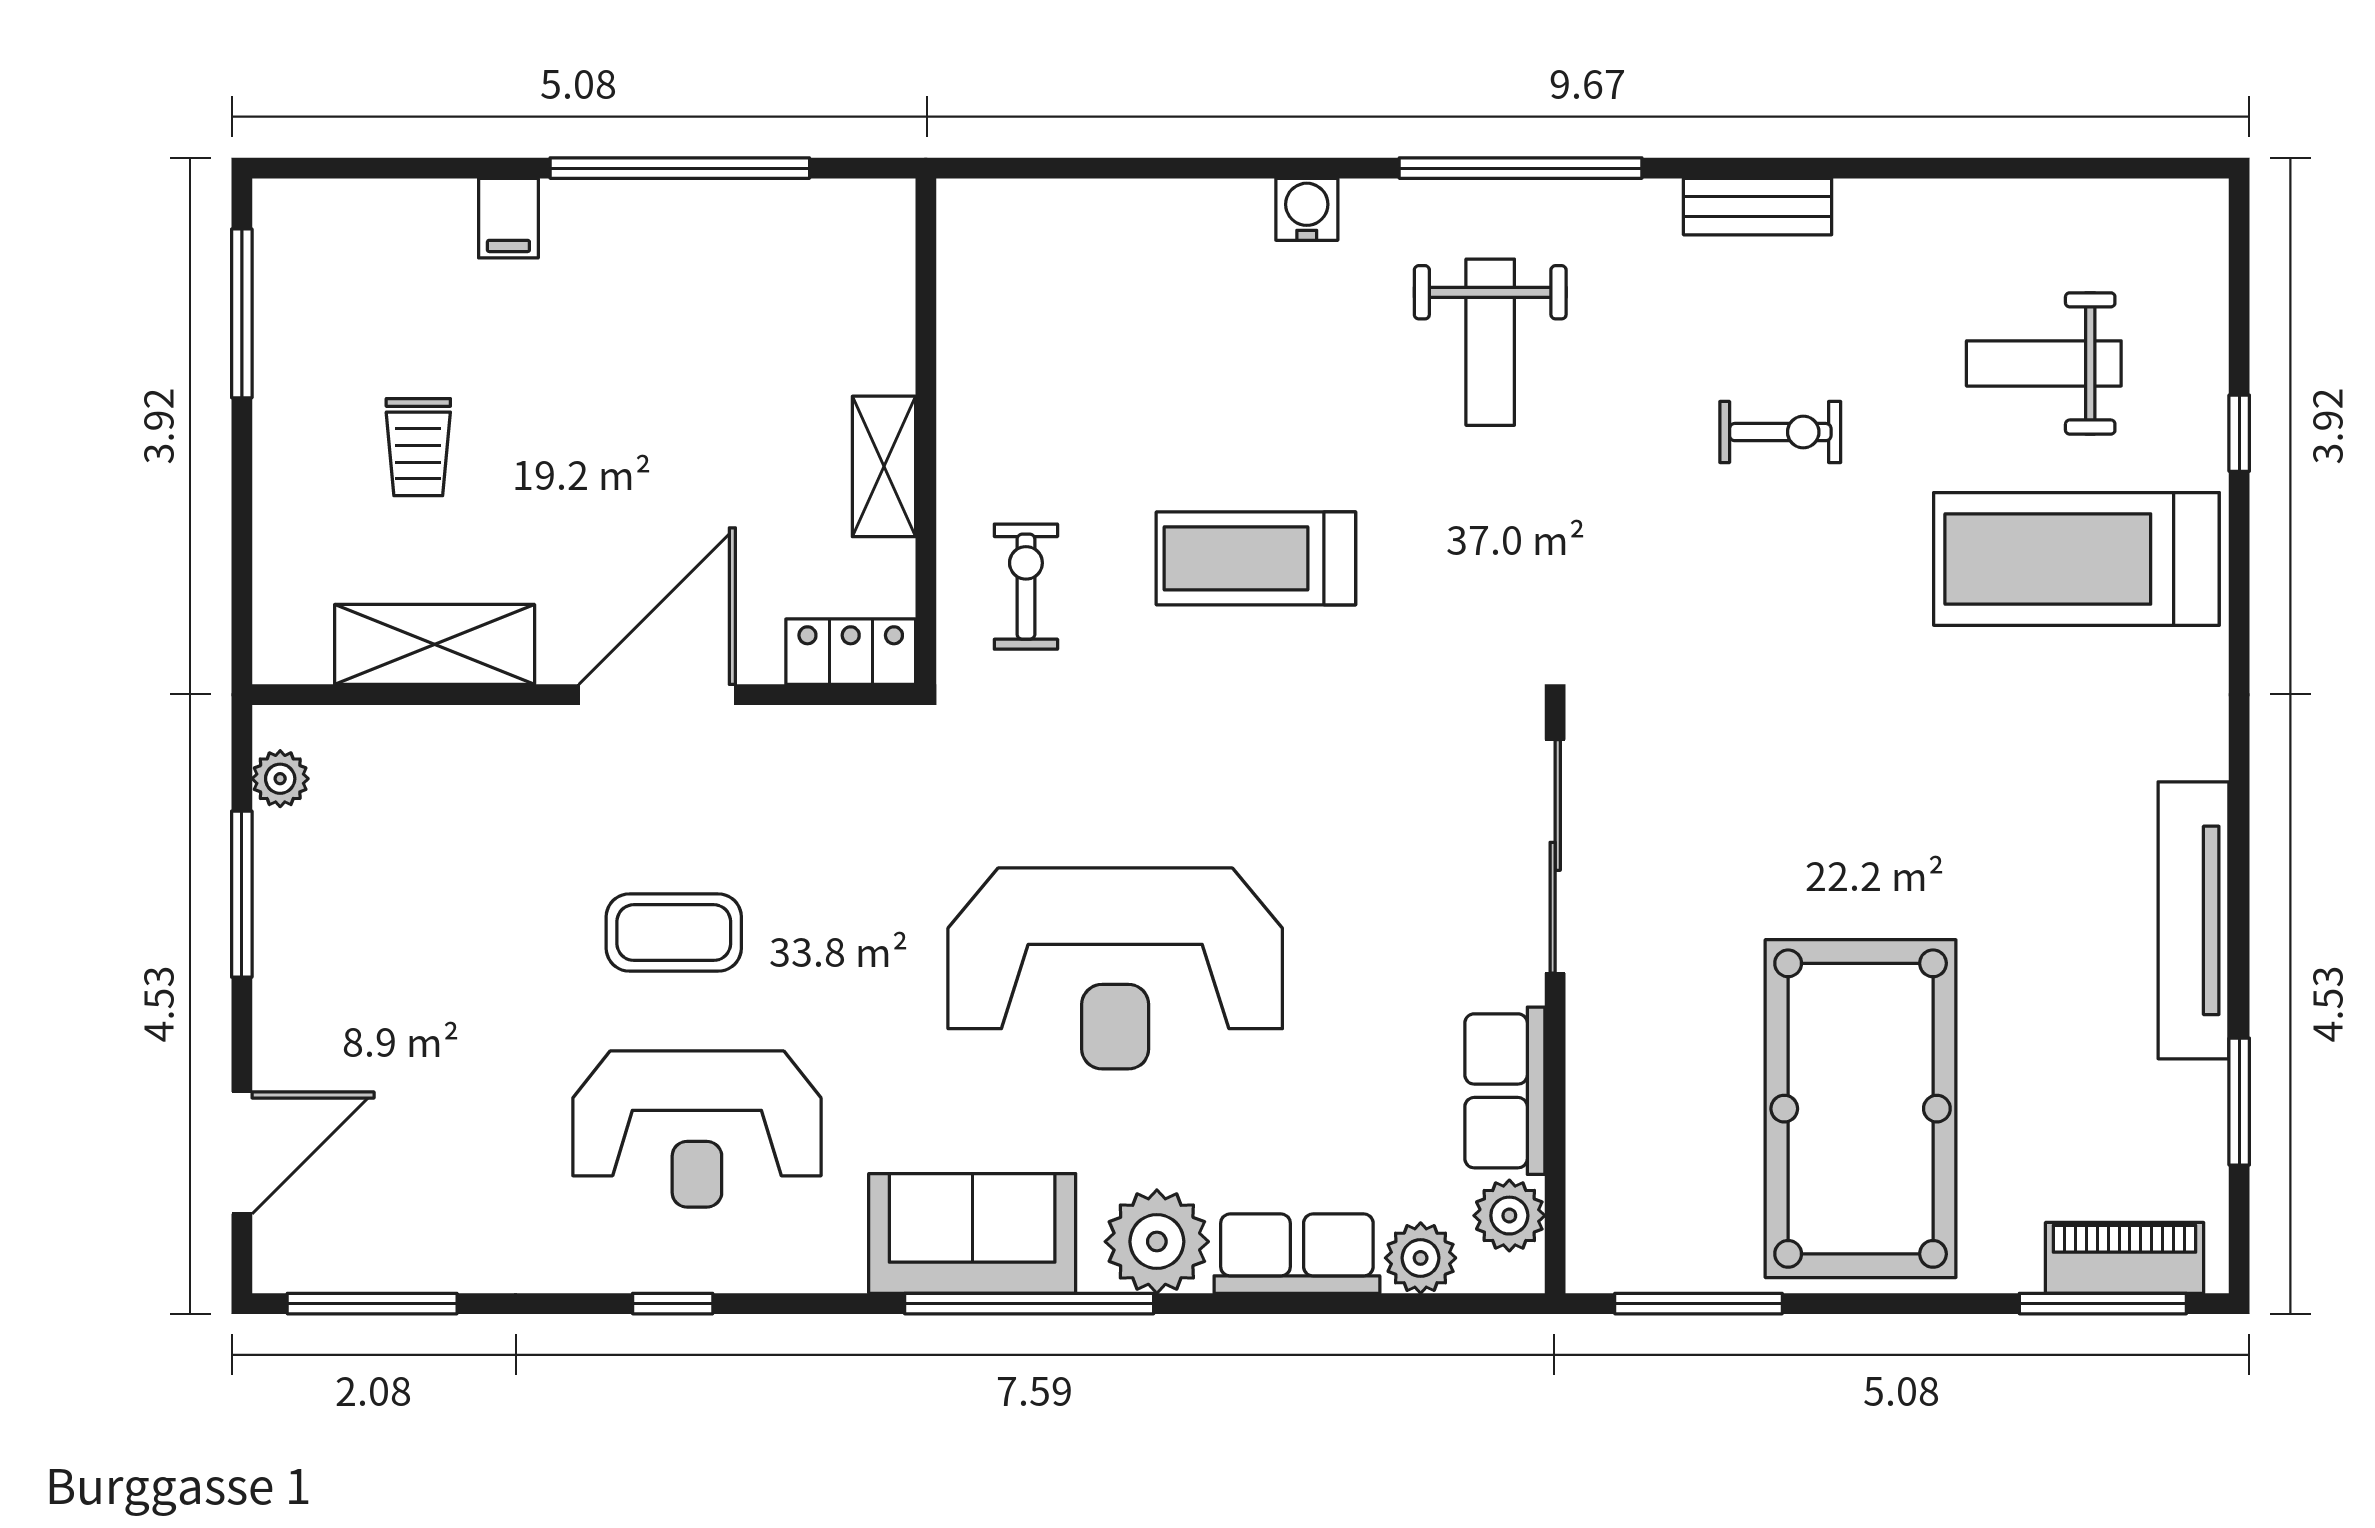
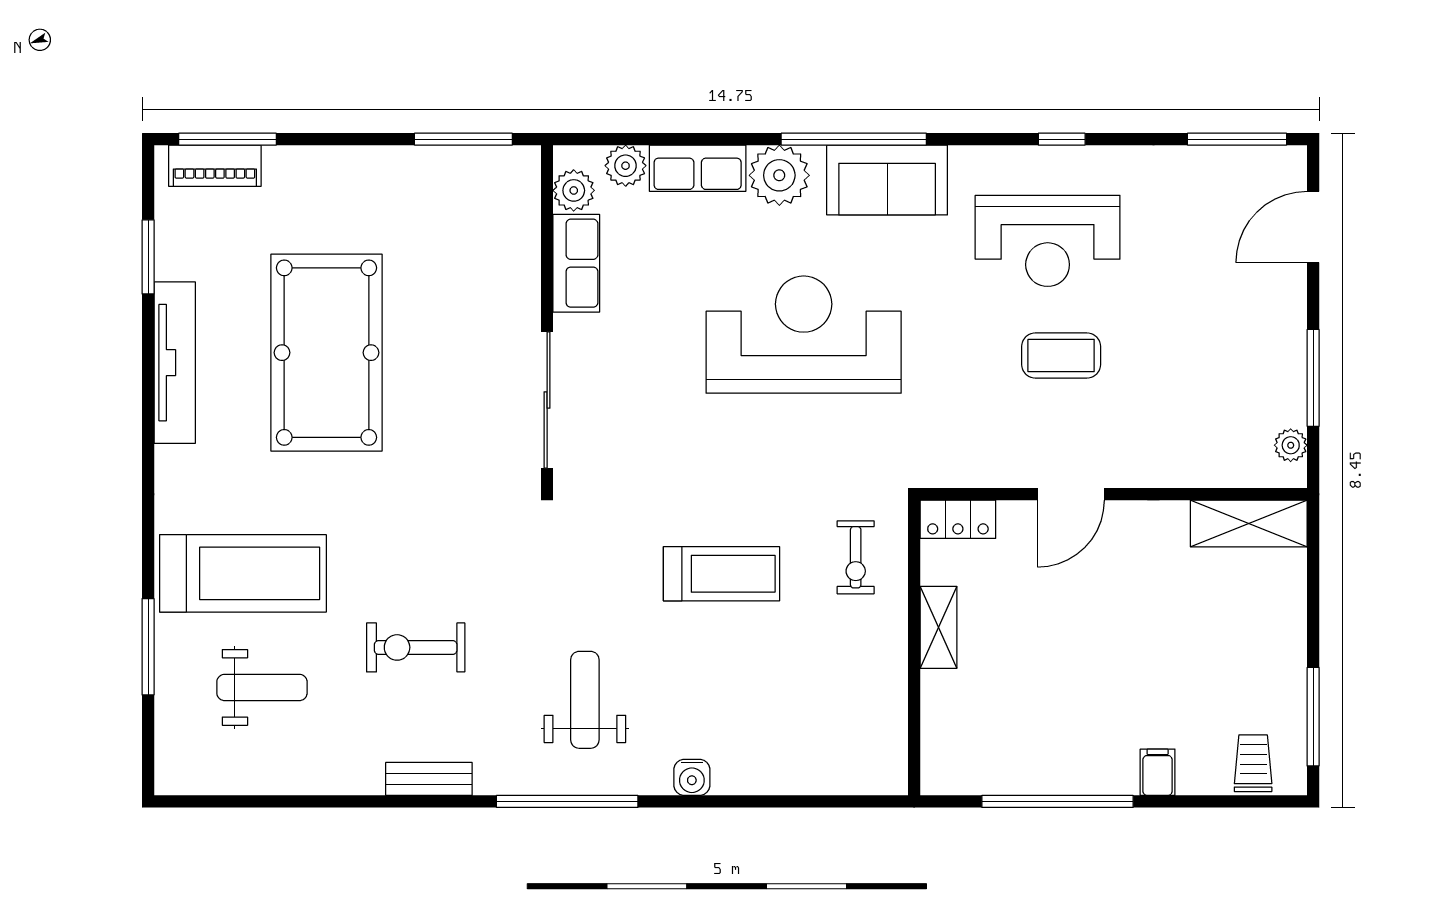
exercise bike: (1780, 432) -> (416, 647), width x1.38, depth x1.39
window: (2239, 433) -> (148, 647), width x2.17
trolley: (418, 447) -> (1253, 763), moved
shelving: (435, 644) -> (1249, 524), moved
door: (657, 695) -> (1071, 494), width x0.73
pool table: (1861, 1109) -> (326, 353), moved
reception desk: (697, 1129) -> (1048, 241), turned 180

